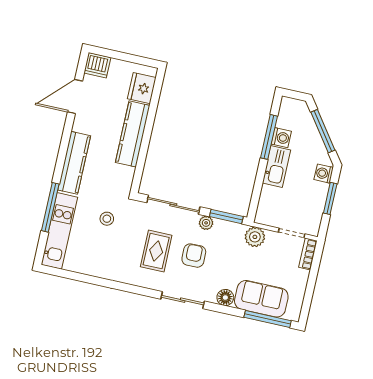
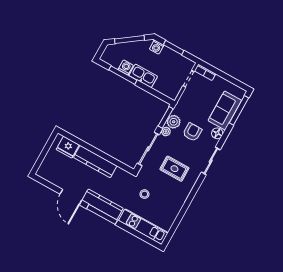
dishwasher: (97, 65) -> (45, 171), removed
door: (75, 96) -> (71, 197), moved
window: (50, 207) -> (102, 214), moved
plant: (255, 237) -> (174, 122), moved
armchair: (194, 256) -> (192, 132), moved, turned 91

